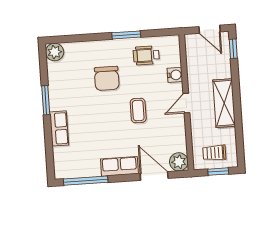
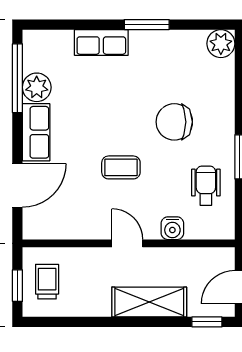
shelving: (224, 103) -> (149, 302), moved
plant: (179, 162) -> (37, 87), moved

